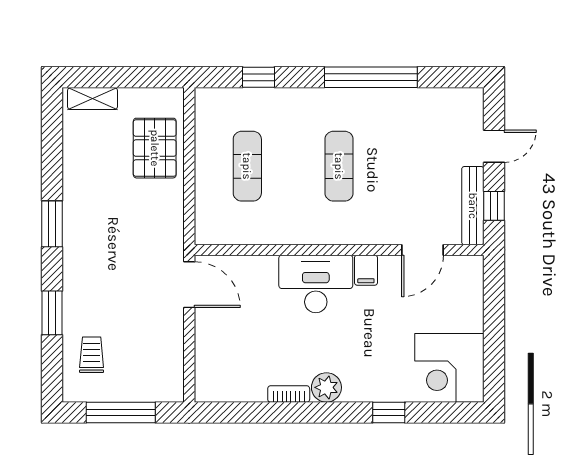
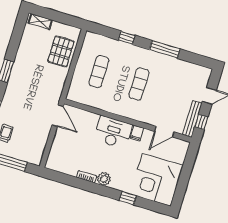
window: (259, 77) -> (127, 38), moved
window: (371, 77) -> (165, 49), width x0.68
corner desk: (449, 368) -> (156, 180), width x1.36, depth x1.36

